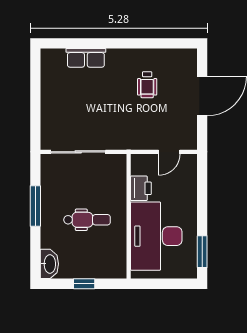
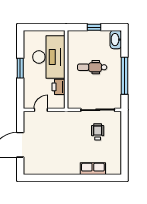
wheelchair: (147, 85) -> (98, 132), moved
window: (35, 206) -> (125, 76), width x1.46
window: (202, 252) -> (20, 68), moved

